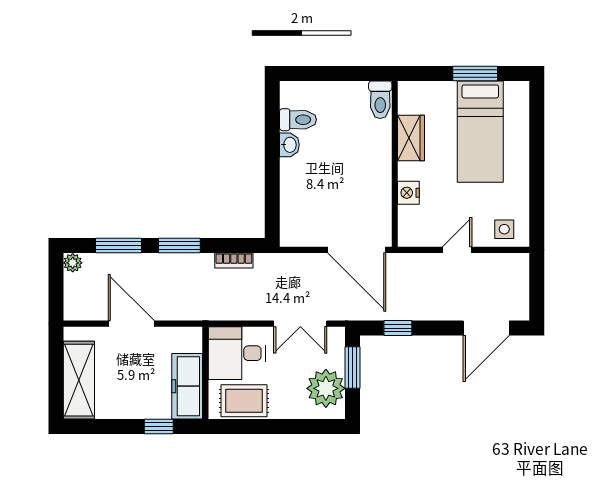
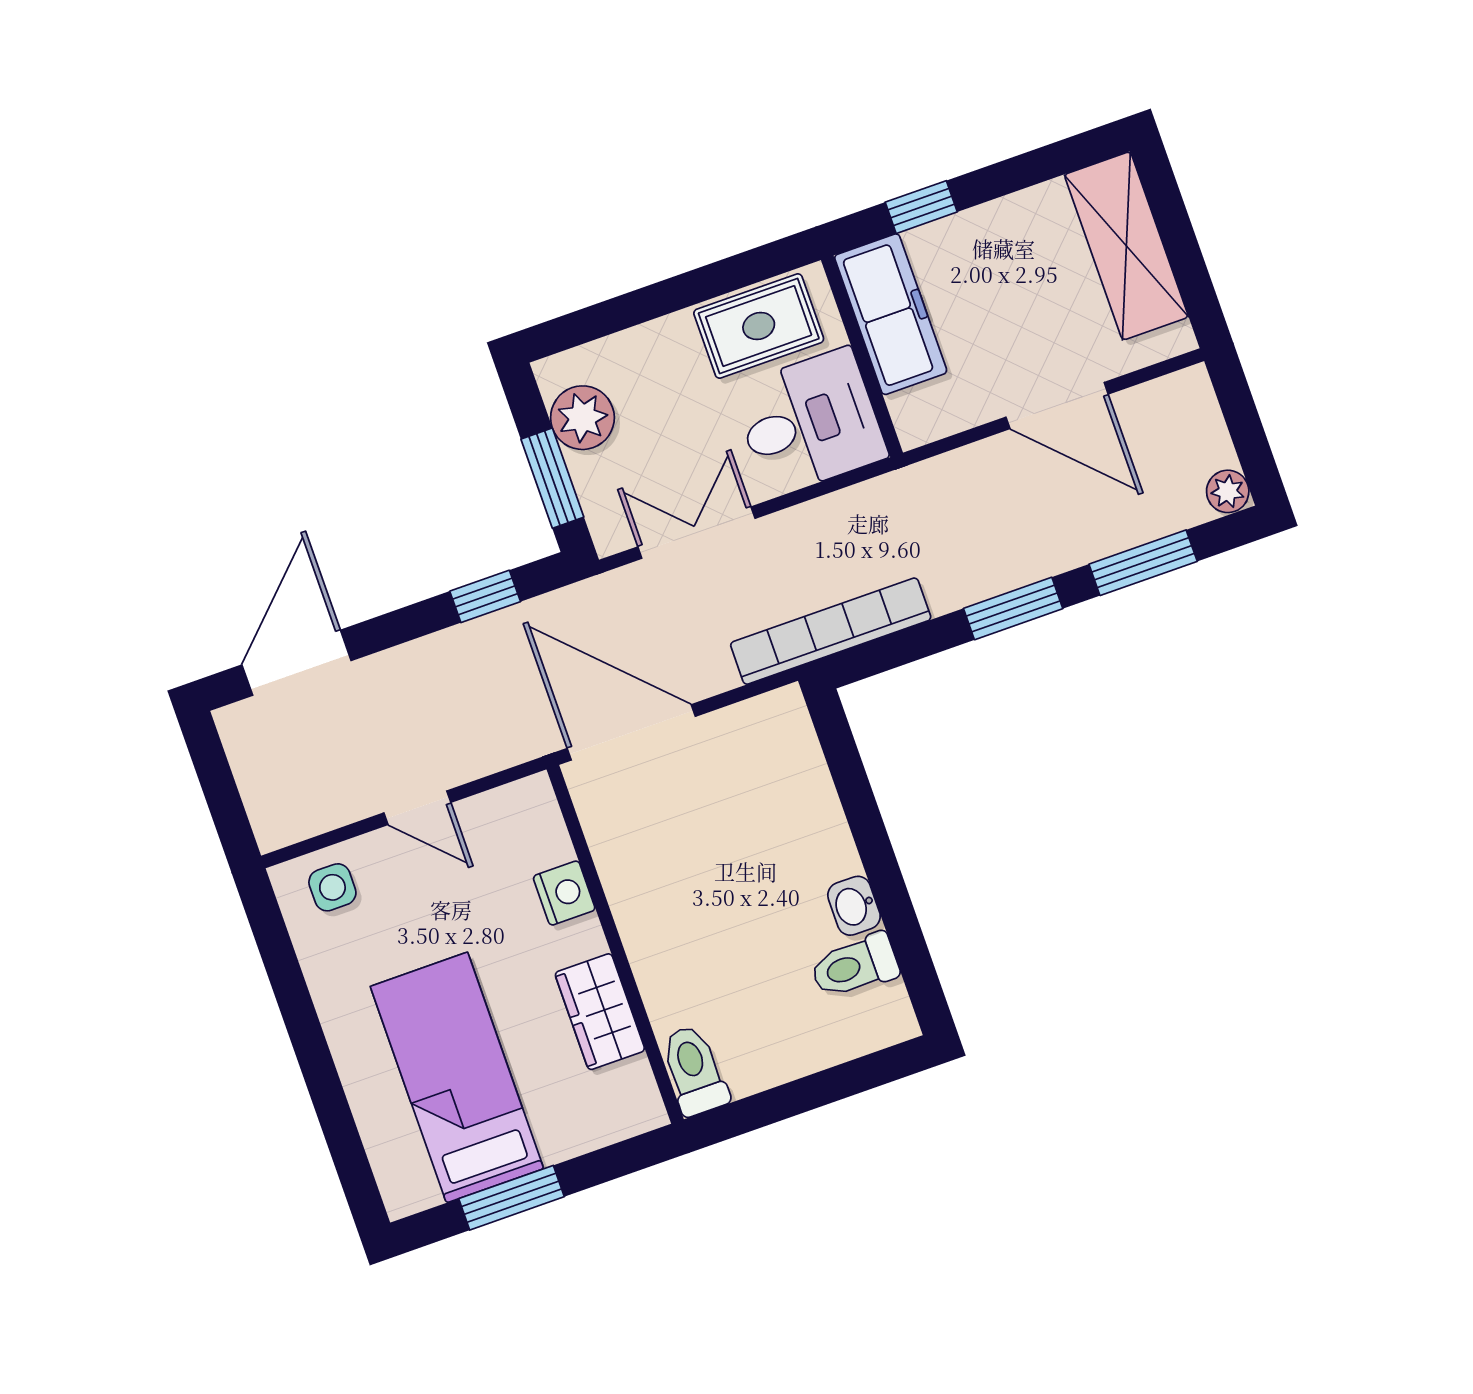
door: (457, 250) -> (417, 808), hinge flipped
bookcase: (234, 260) -> (831, 631), width x2.31, depth x1.31
plant: (326, 388) -> (582, 418), width x0.73, depth x0.73

